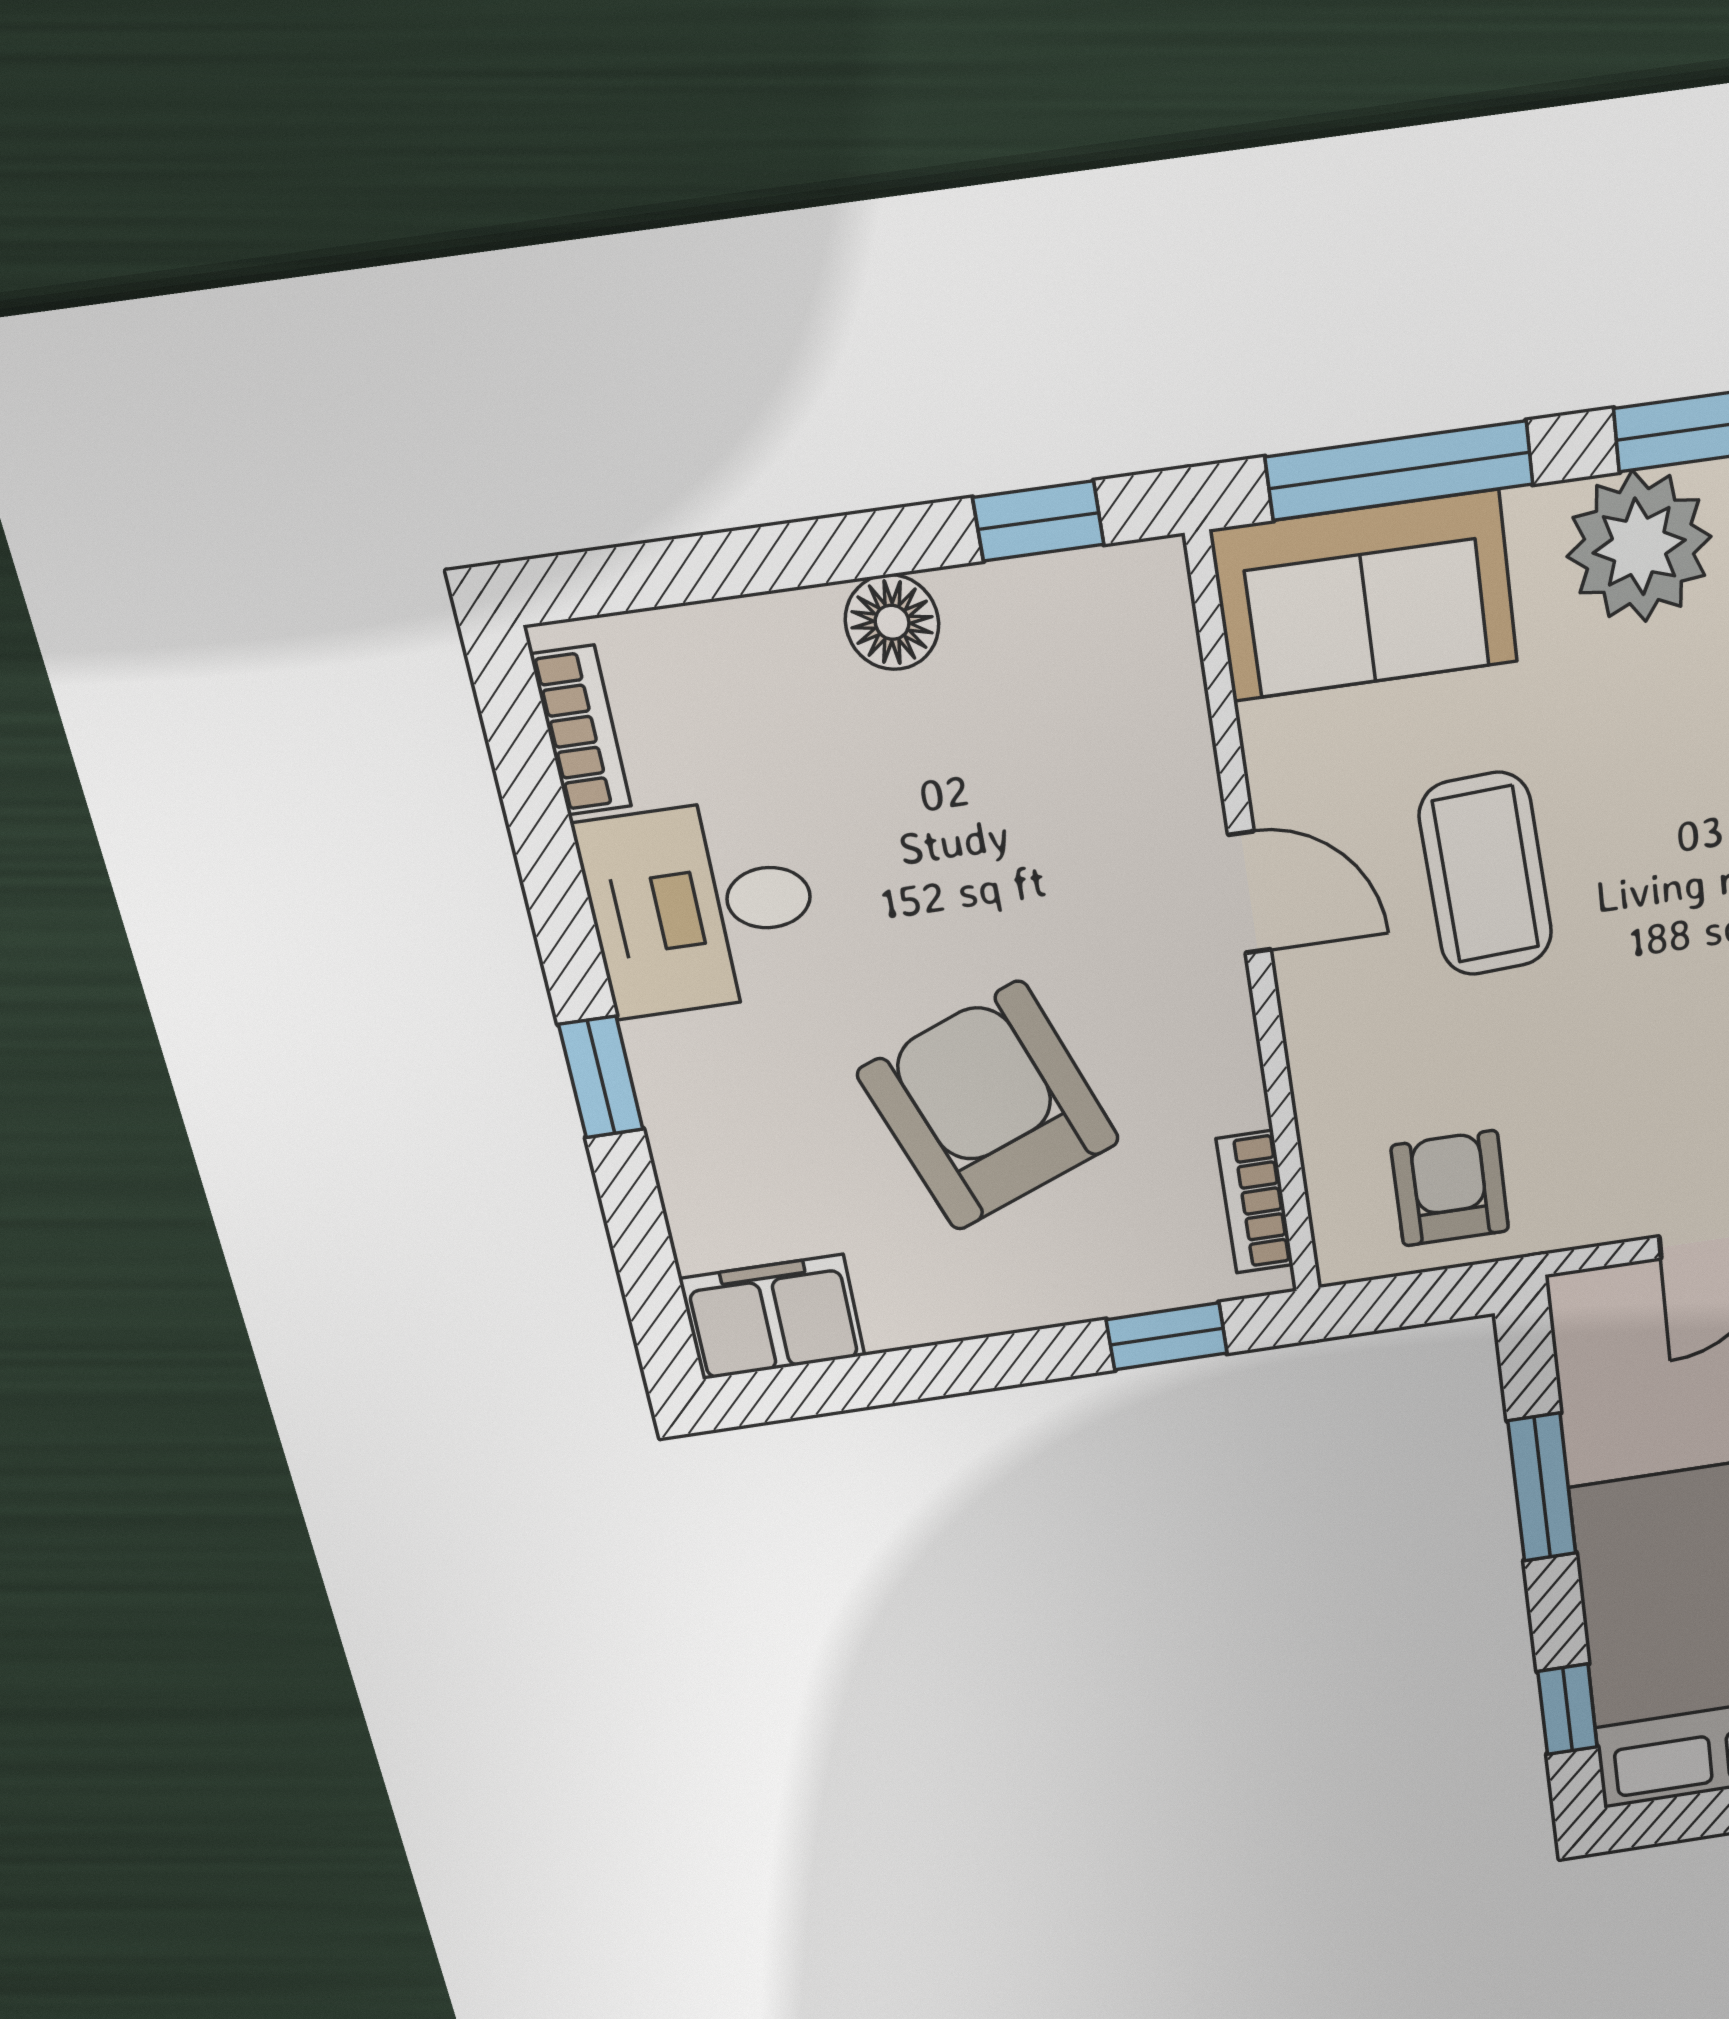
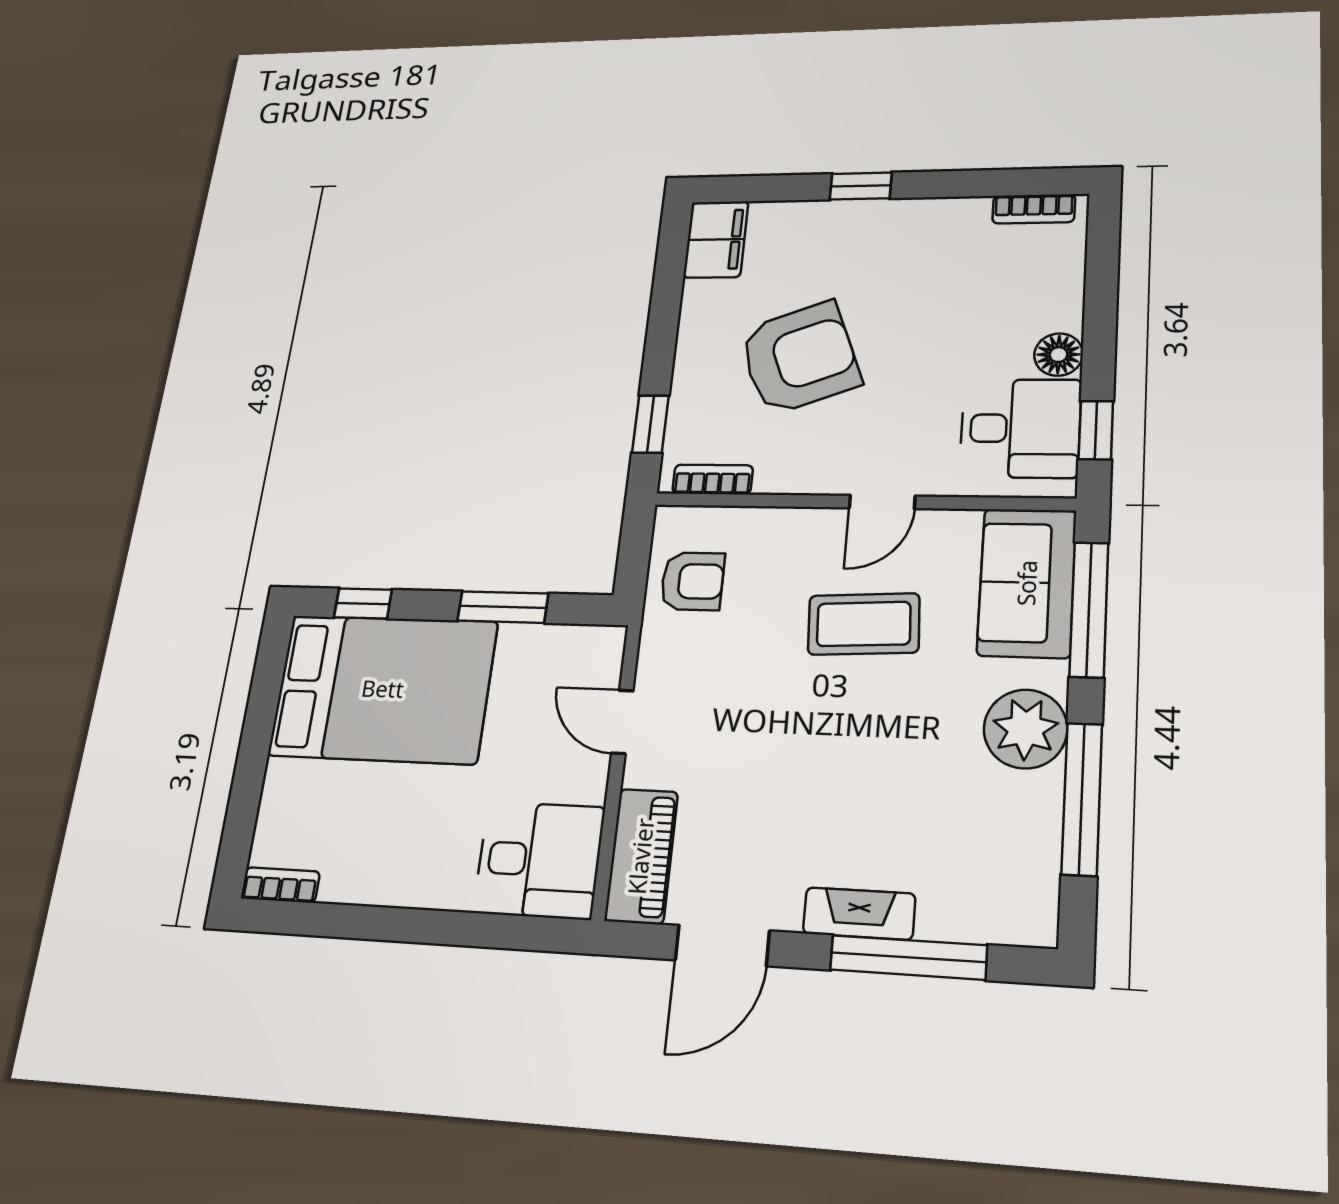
desk: (702, 907) -> (1020, 428), moved, turned 90

